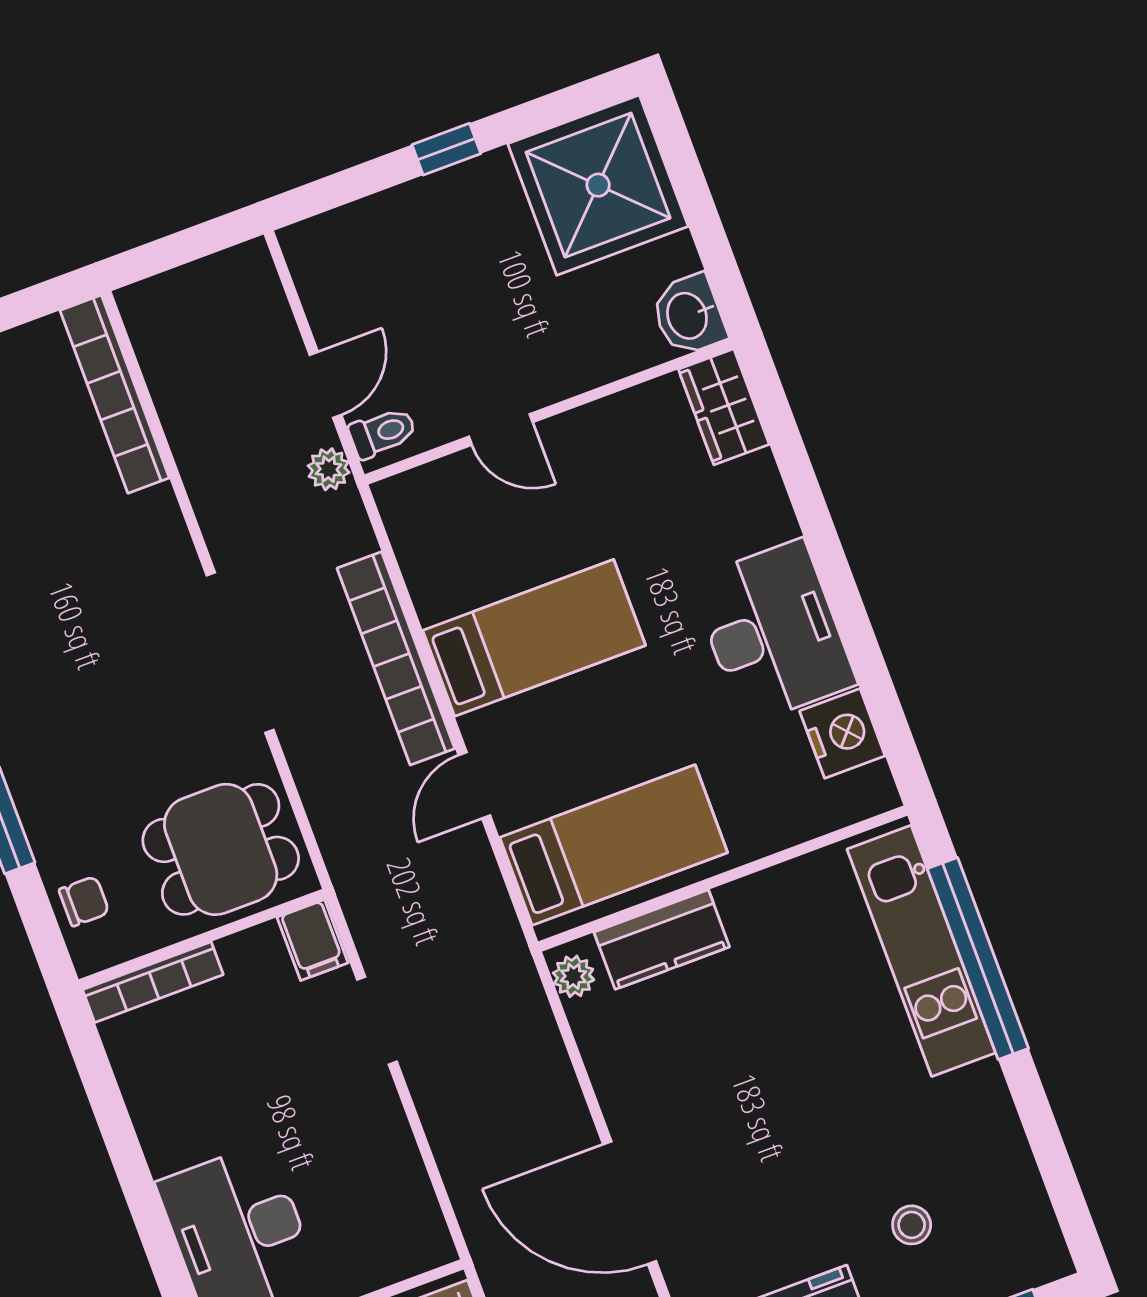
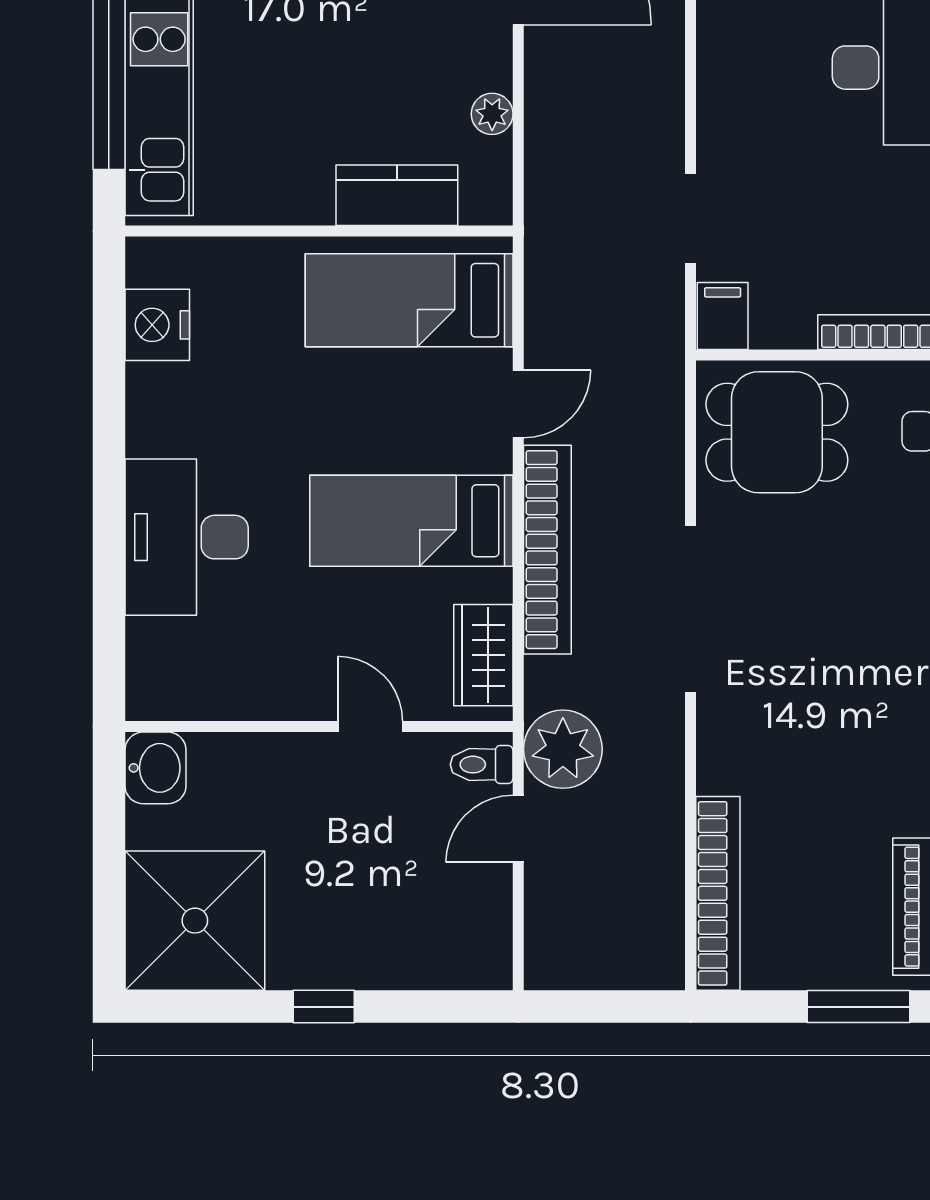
wardrobe: (724, 407) -> (483, 655), moved, turned 180
plant: (329, 469) -> (563, 749), width x1.88, depth x1.88
desk: (773, 632) -> (187, 537), moved
plant: (573, 976) -> (492, 114), moved

